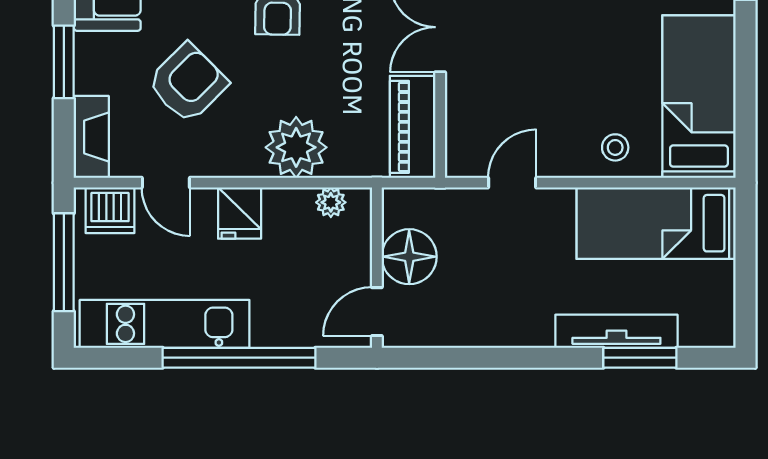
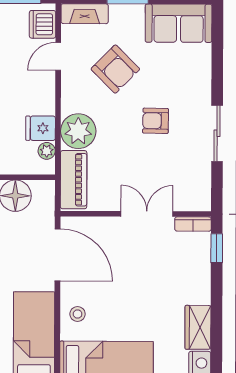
piano: (413, 127) -> (74, 180), moved, turned 90
door: (512, 183) -> (58, 255), width x1.88
fridge: (240, 213) -> (41, 128), moved

